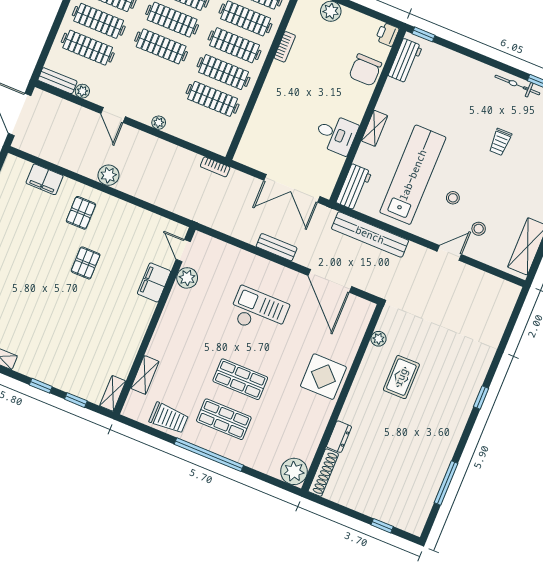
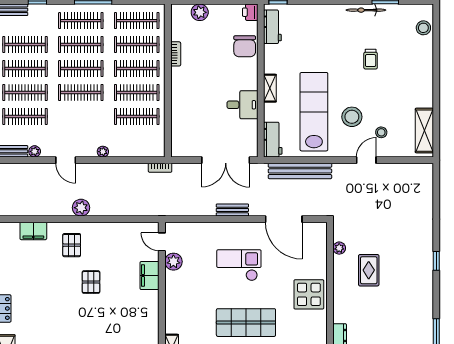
stool: (453, 198) -> (352, 117), width x1.89, depth x1.89
shop shelf: (240, 379) -> (246, 323), width x1.43, depth x1.36

